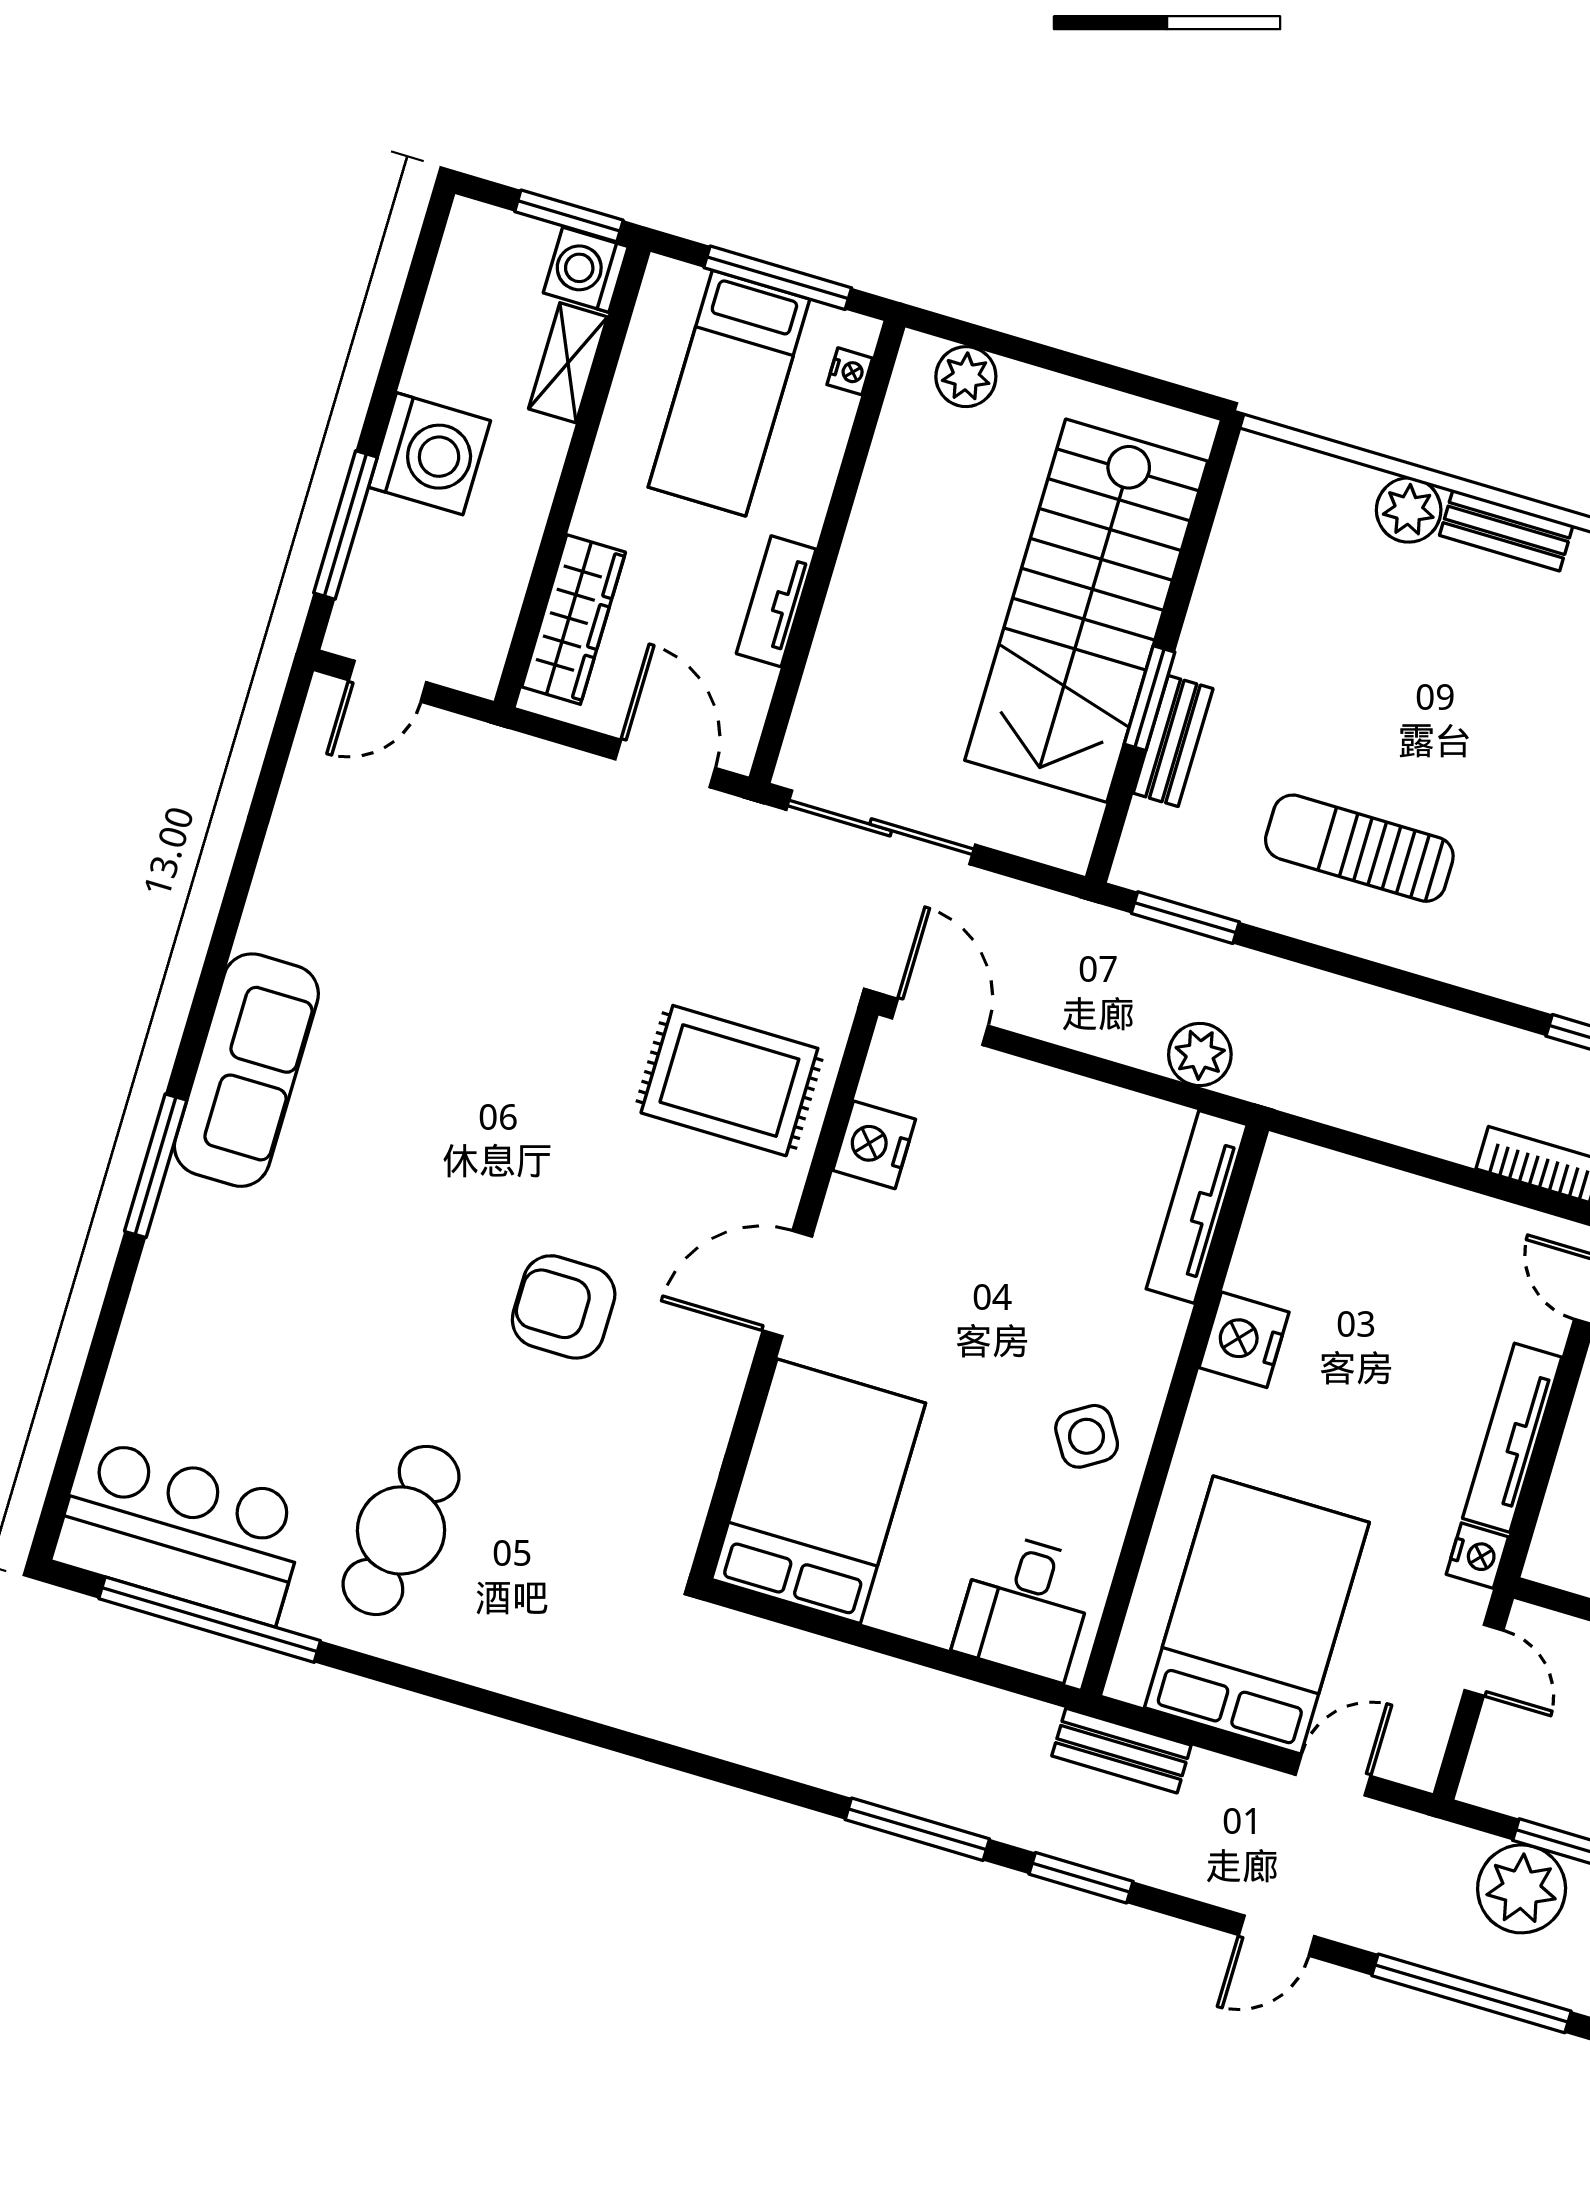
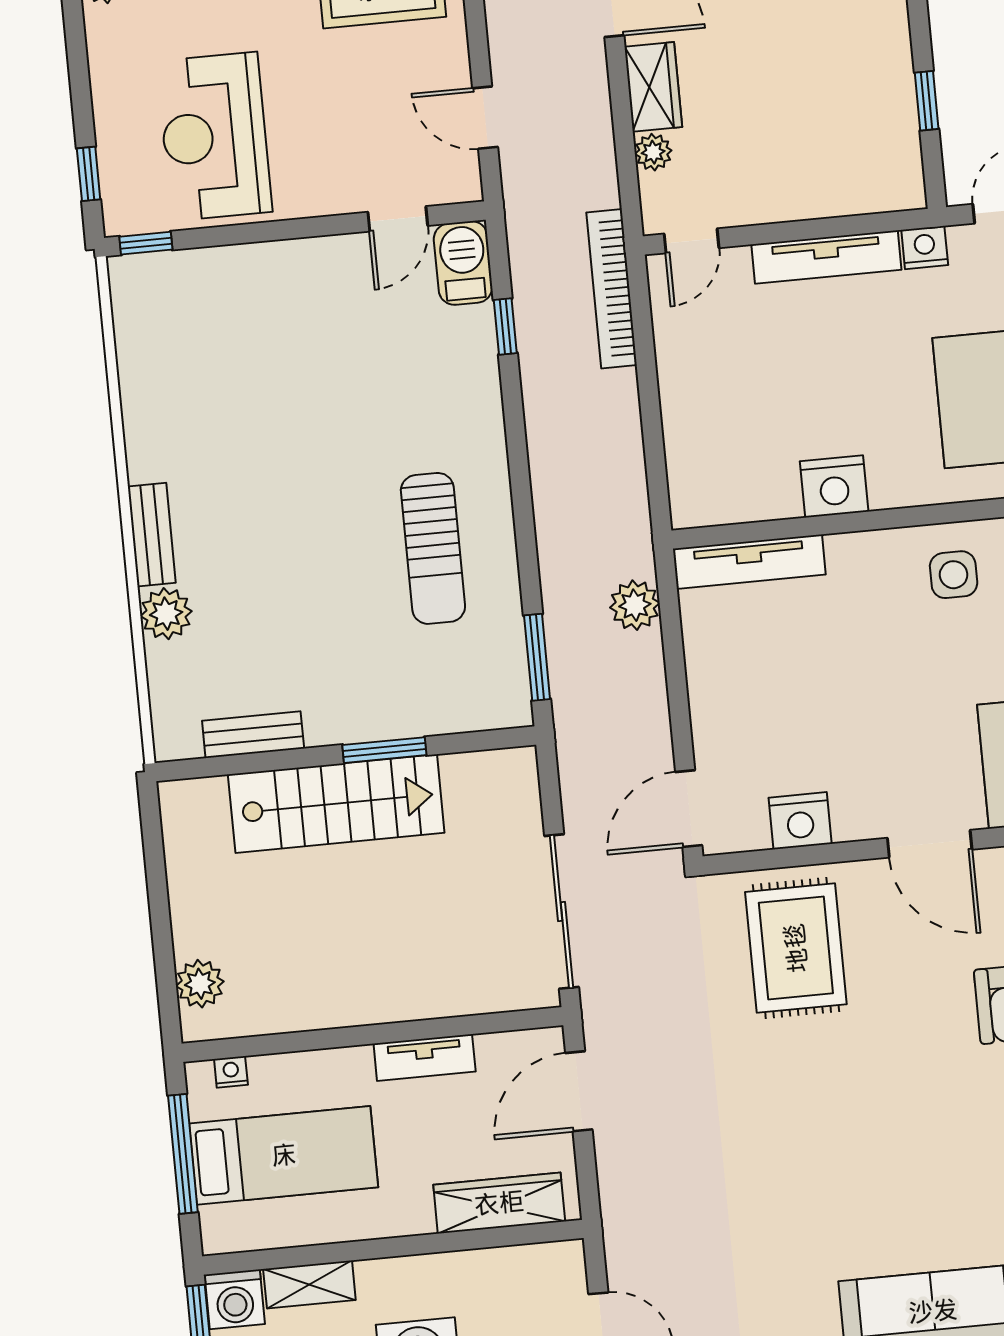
stairs: (1086, 611) -> (336, 804), width x0.73, depth x0.66
bench: (1173, 741) -> (253, 735), moved
side table: (1087, 1436) -> (954, 575), turned 32

